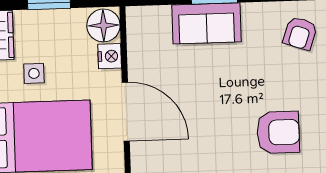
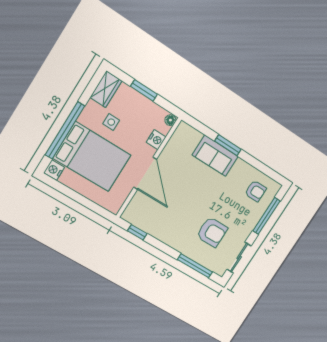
floor lamp: (103, 25) -> (170, 120), width x0.53, depth x0.53
armchair: (300, 33) -> (256, 191), turned -109

